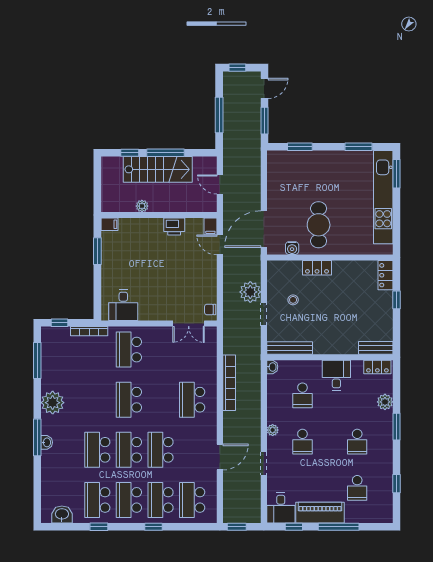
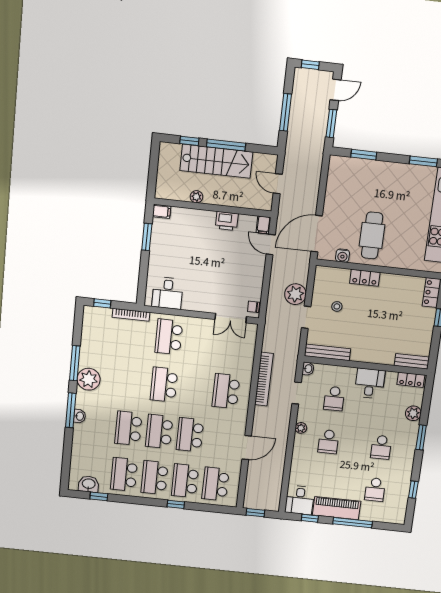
window: (37, 361) -> (75, 363), moved
doorway: (264, 464) -> (297, 393), moved
window: (99, 527) -> (99, 496), moved

